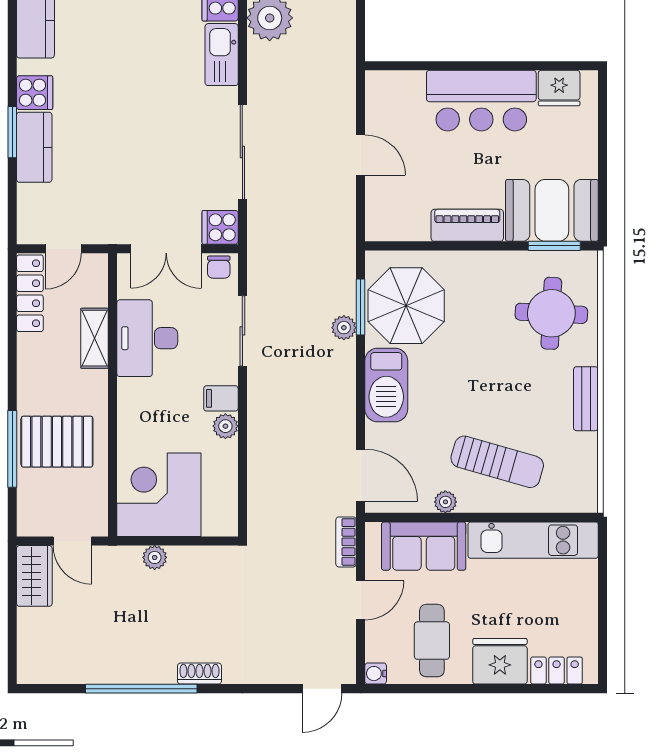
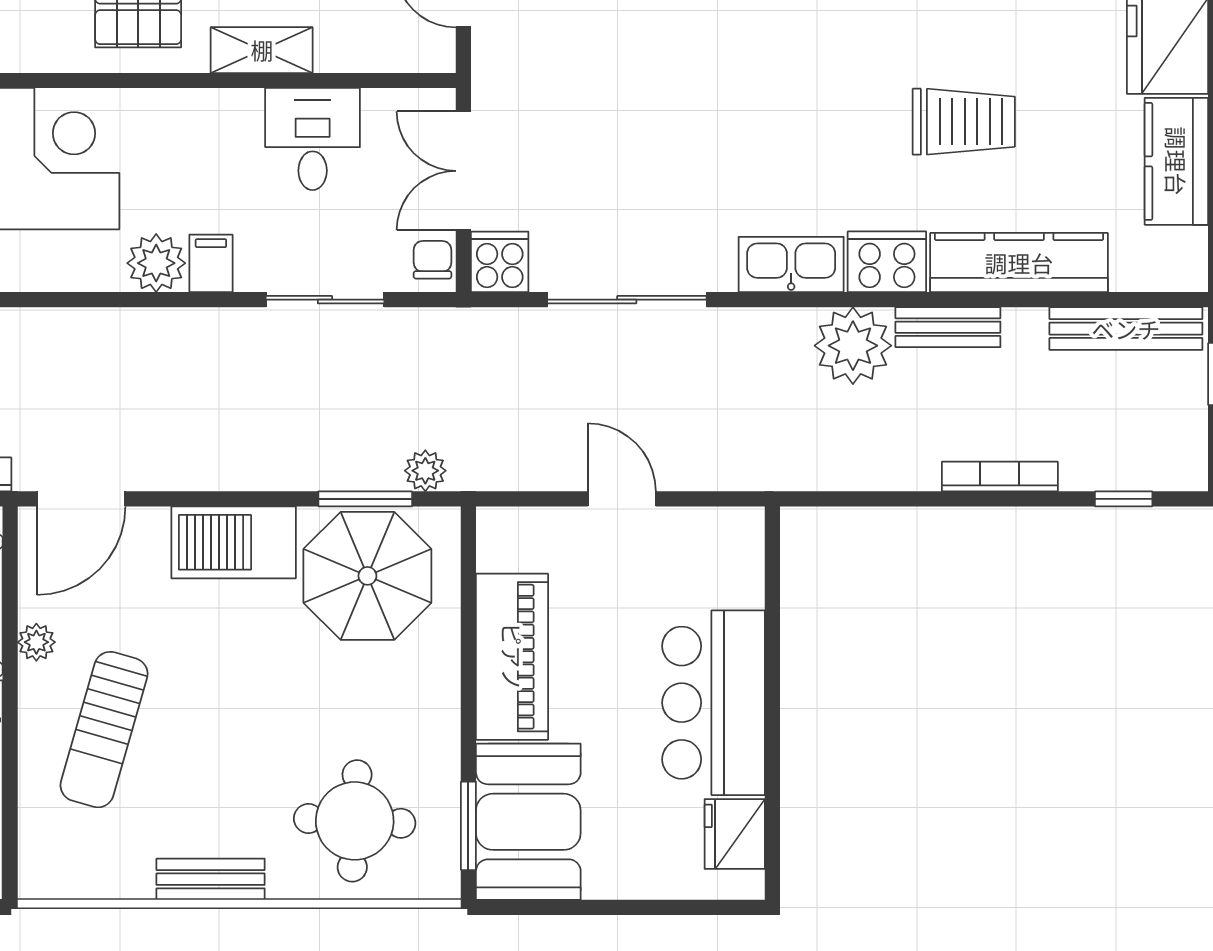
door: (361, 155) -> (622, 499), swing flipped
piano: (467, 225) -> (512, 657), width x1.37, depth x1.33
chair: (219, 267) -> (432, 260), turned 90
plant: (344, 328) -> (425, 471), moved
shelving: (95, 338) -> (262, 50), moved
desk: (147, 338) -> (313, 139), width x0.73
plant: (225, 426) -> (156, 263), width x1.38, depth x1.38

